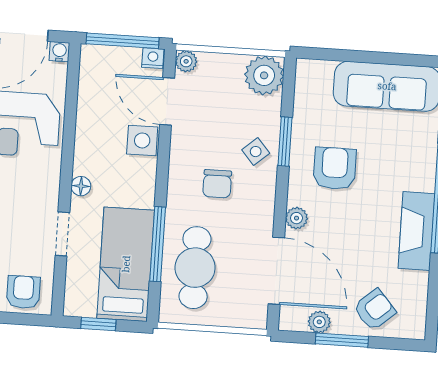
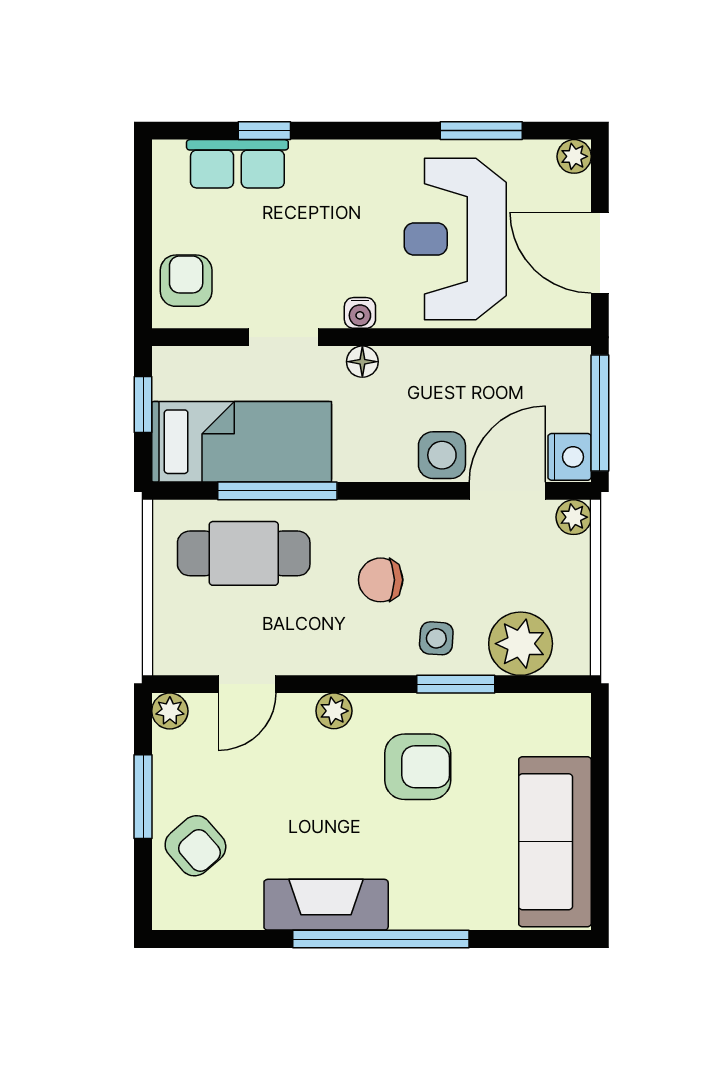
water cooler: (59, 52) -> (360, 313), moved, turned 90
nightstand: (153, 58) -> (570, 457), width x1.39, depth x1.35
plant: (264, 75) -> (521, 644), moved
side table: (256, 152) -> (436, 638), turned 45
door: (276, 271) -> (247, 684), width x0.53
armchair: (23, 292) -> (186, 281), turned -90
plant: (319, 322) -> (170, 711), moved

